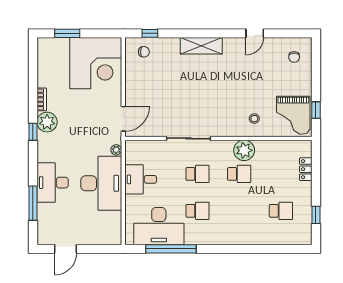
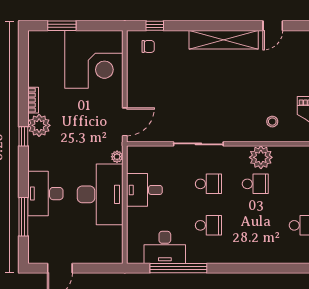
shelving: (201, 46) -> (224, 40), width x1.47
desk: (159, 226) -> (165, 247), width x0.73, depth x0.77

